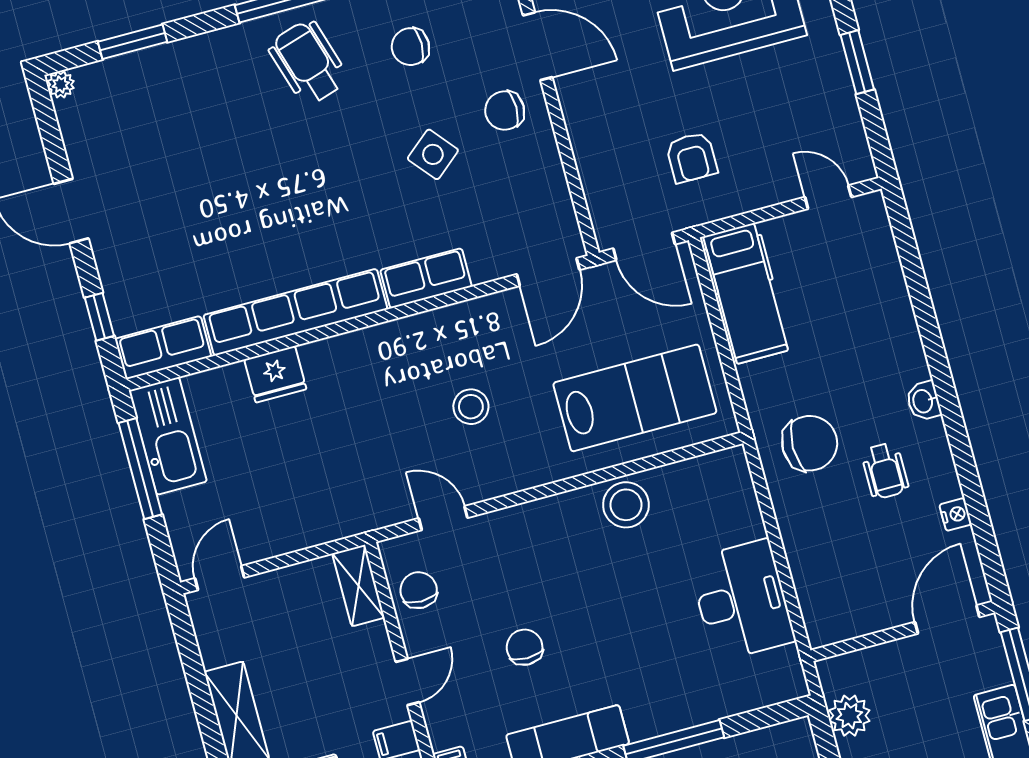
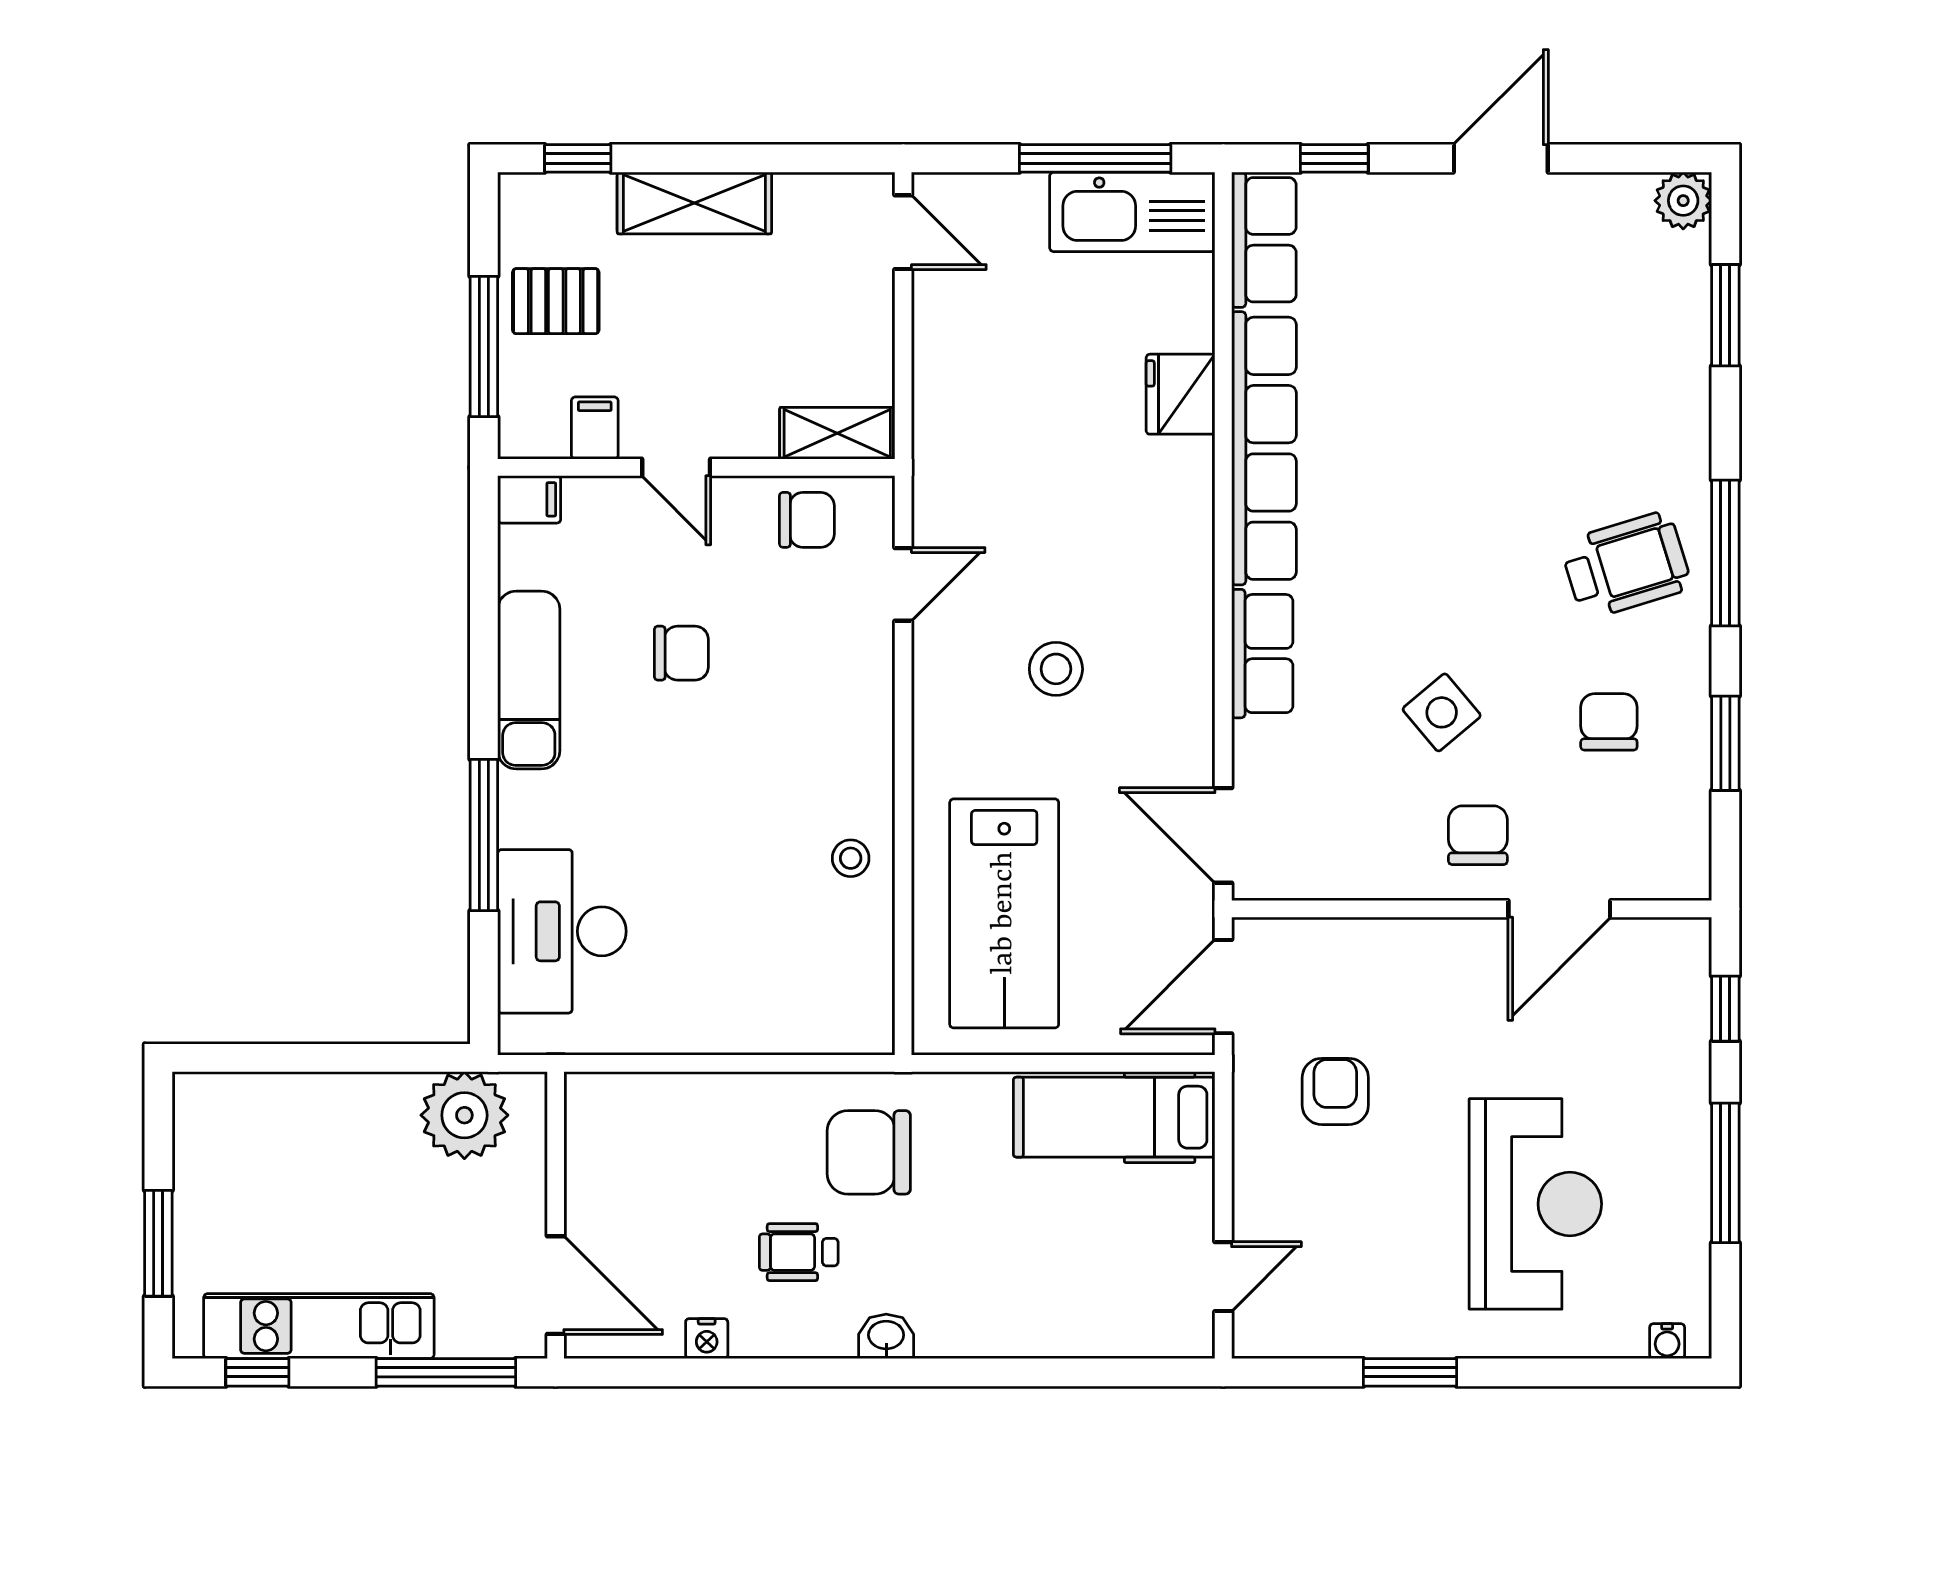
plant: (61, 85) -> (1683, 201), width x1.38, depth x1.38
armchair: (692, 157) -> (1335, 1091), turned 90
chair: (810, 443) -> (869, 1152), turned 90
stool: (626, 505) -> (851, 858), width x0.53, depth x0.53
desk: (742, 600) -> (562, 931), moved, turned 90
plant: (849, 716) -> (464, 1115), width x1.36, depth x1.36

